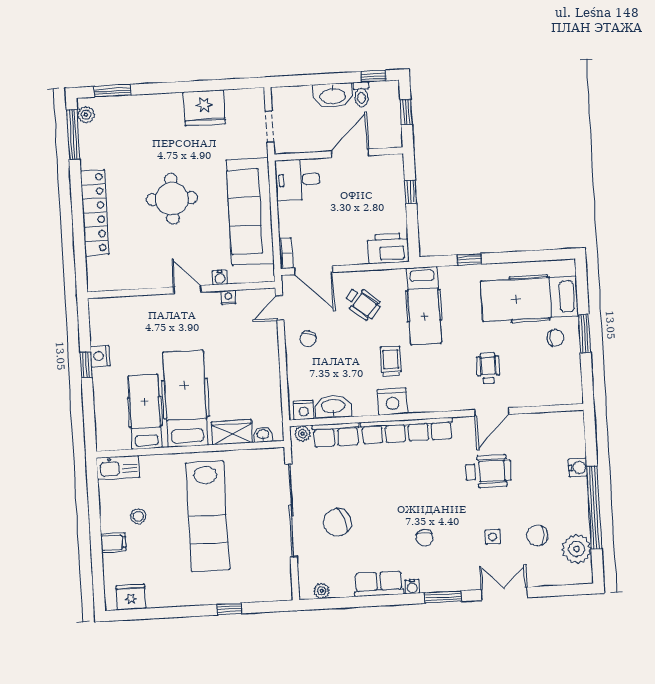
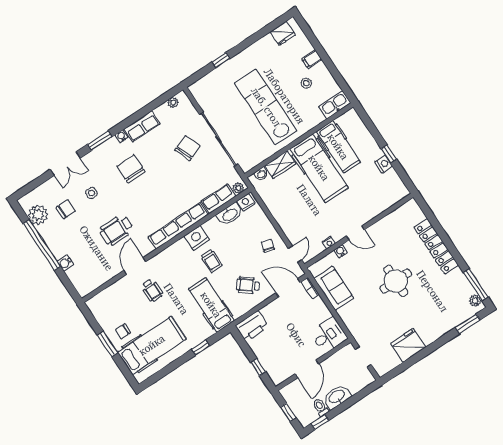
sofa: (250, 211) -> (334, 288), width x0.54, depth x0.79
chair: (424, 538) -> (131, 169), width x1.87, depth x1.87

